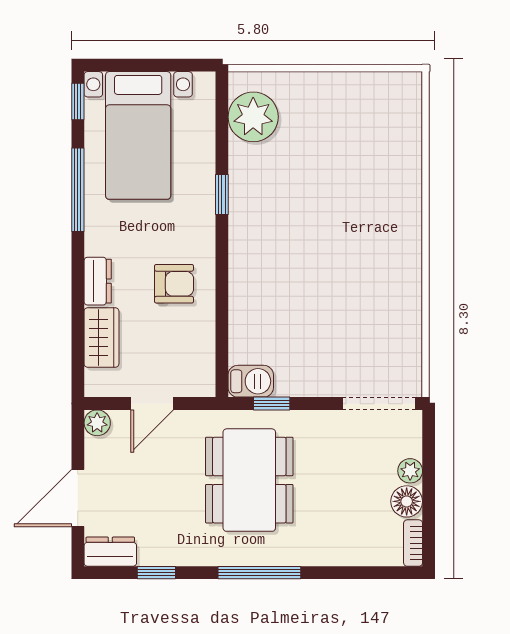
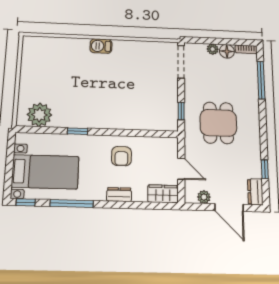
armchair: (174, 284) -> (121, 156), turned 180
wardrobe: (101, 338) -> (163, 194), moved
barbecue: (251, 381) -> (101, 46), moved, turned -90
plant: (97, 423) -> (204, 197), moved
dining table: (249, 480) -> (218, 123), width x0.73
window: (259, 573) -> (261, 80), moved

